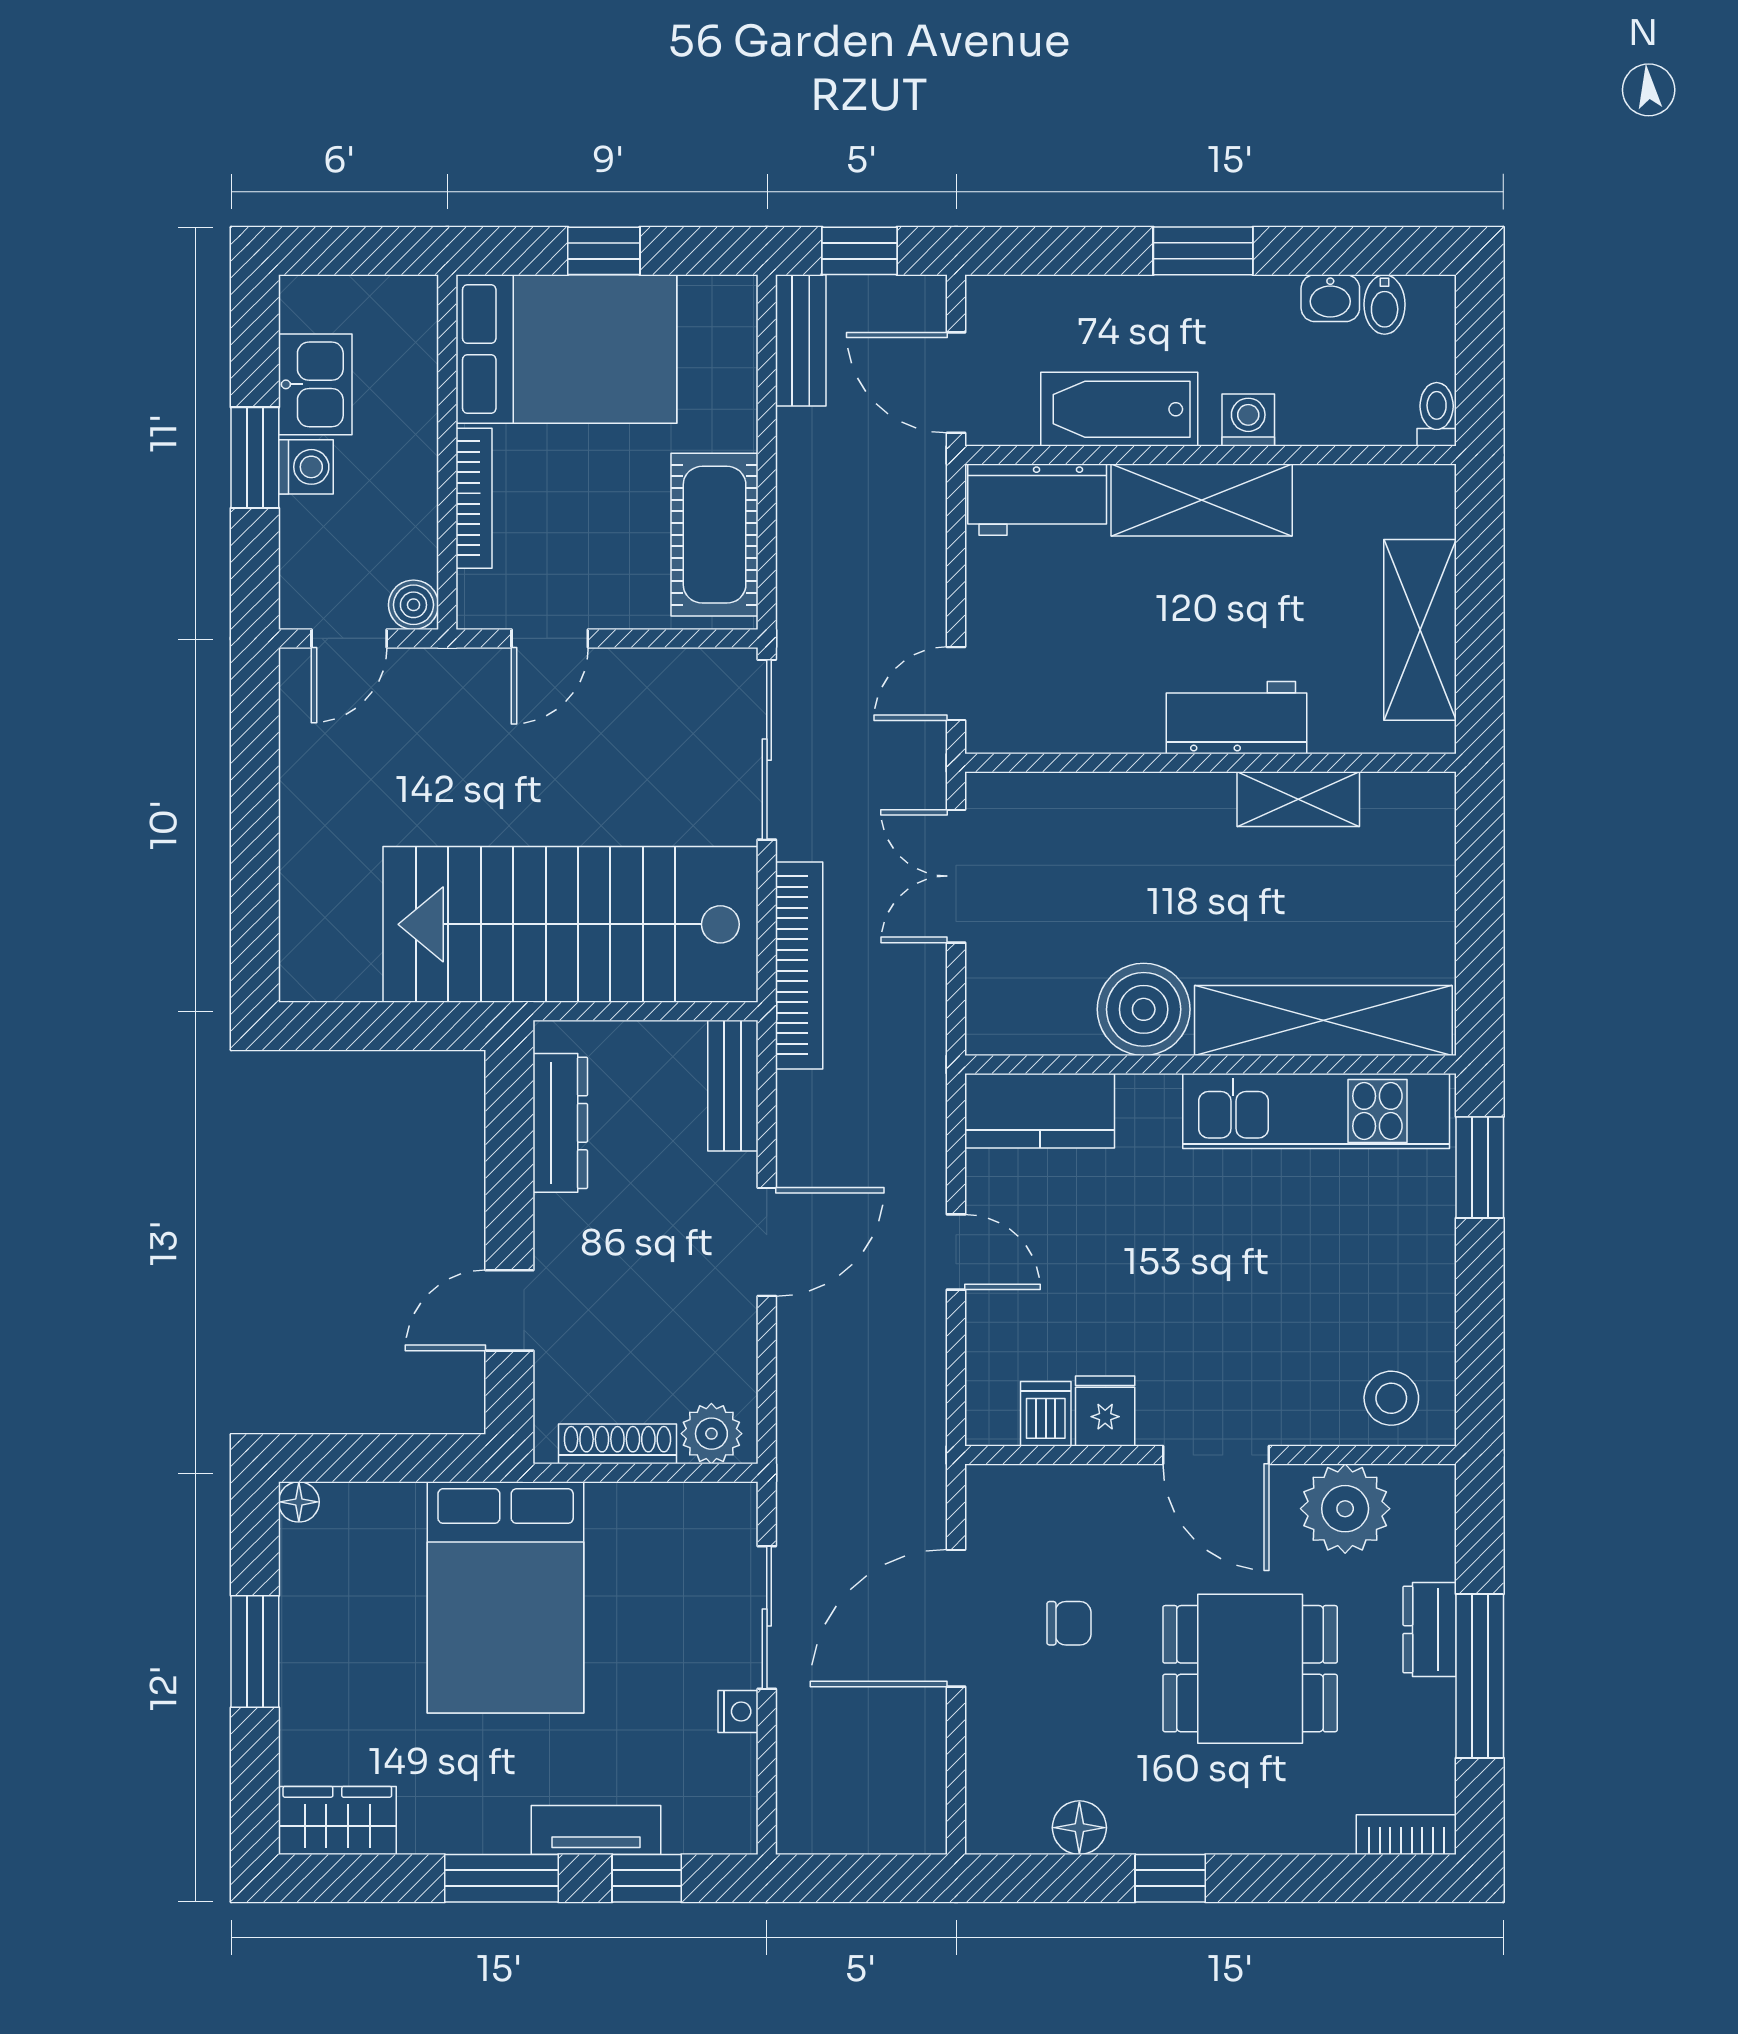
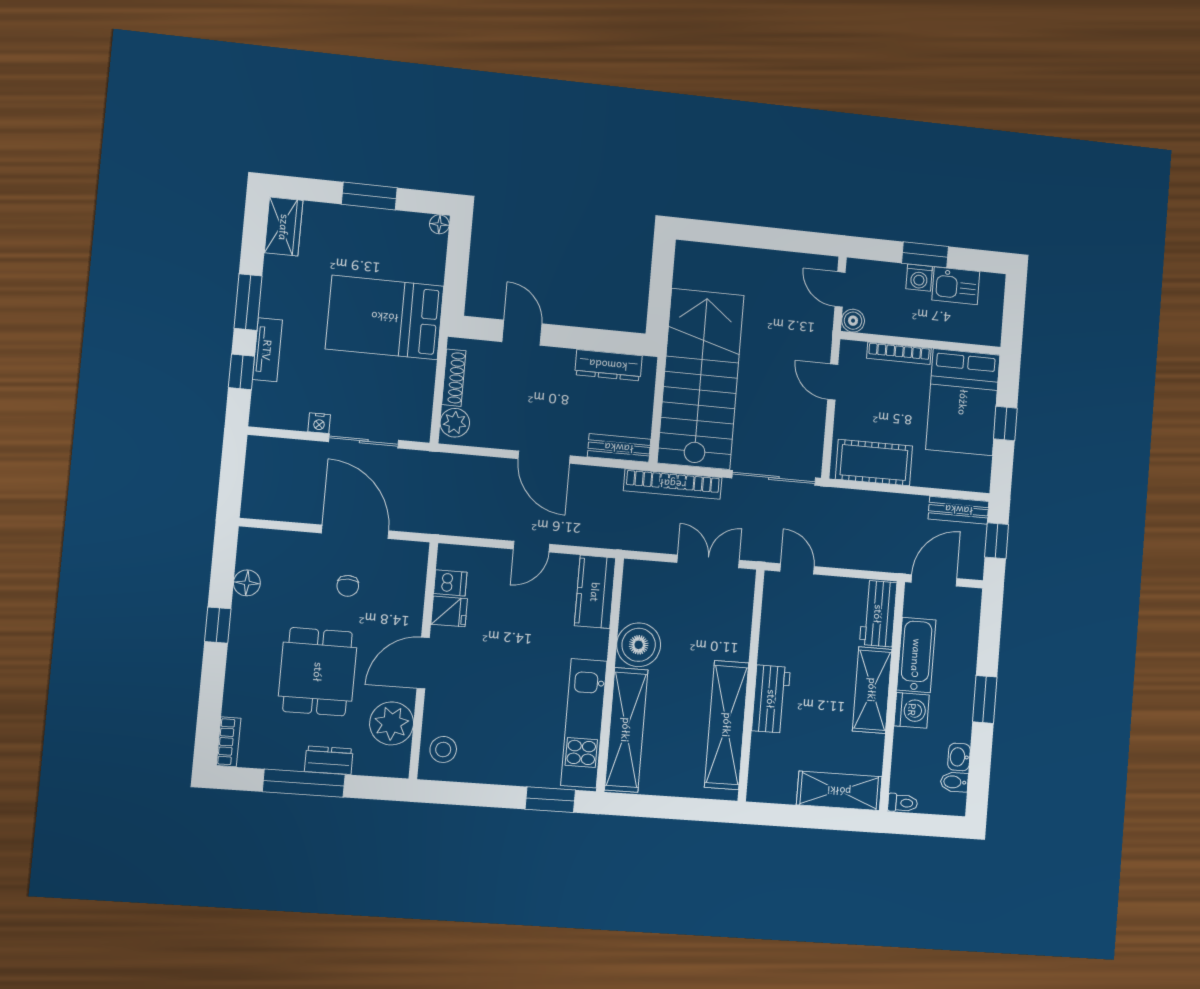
washing machine: (1248, 420) -> (912, 710), width x1.38, depth x1.38
shelving: (1420, 630) -> (839, 791), moved
shelving: (1298, 799) -> (727, 725), width x2.20, depth x1.33

